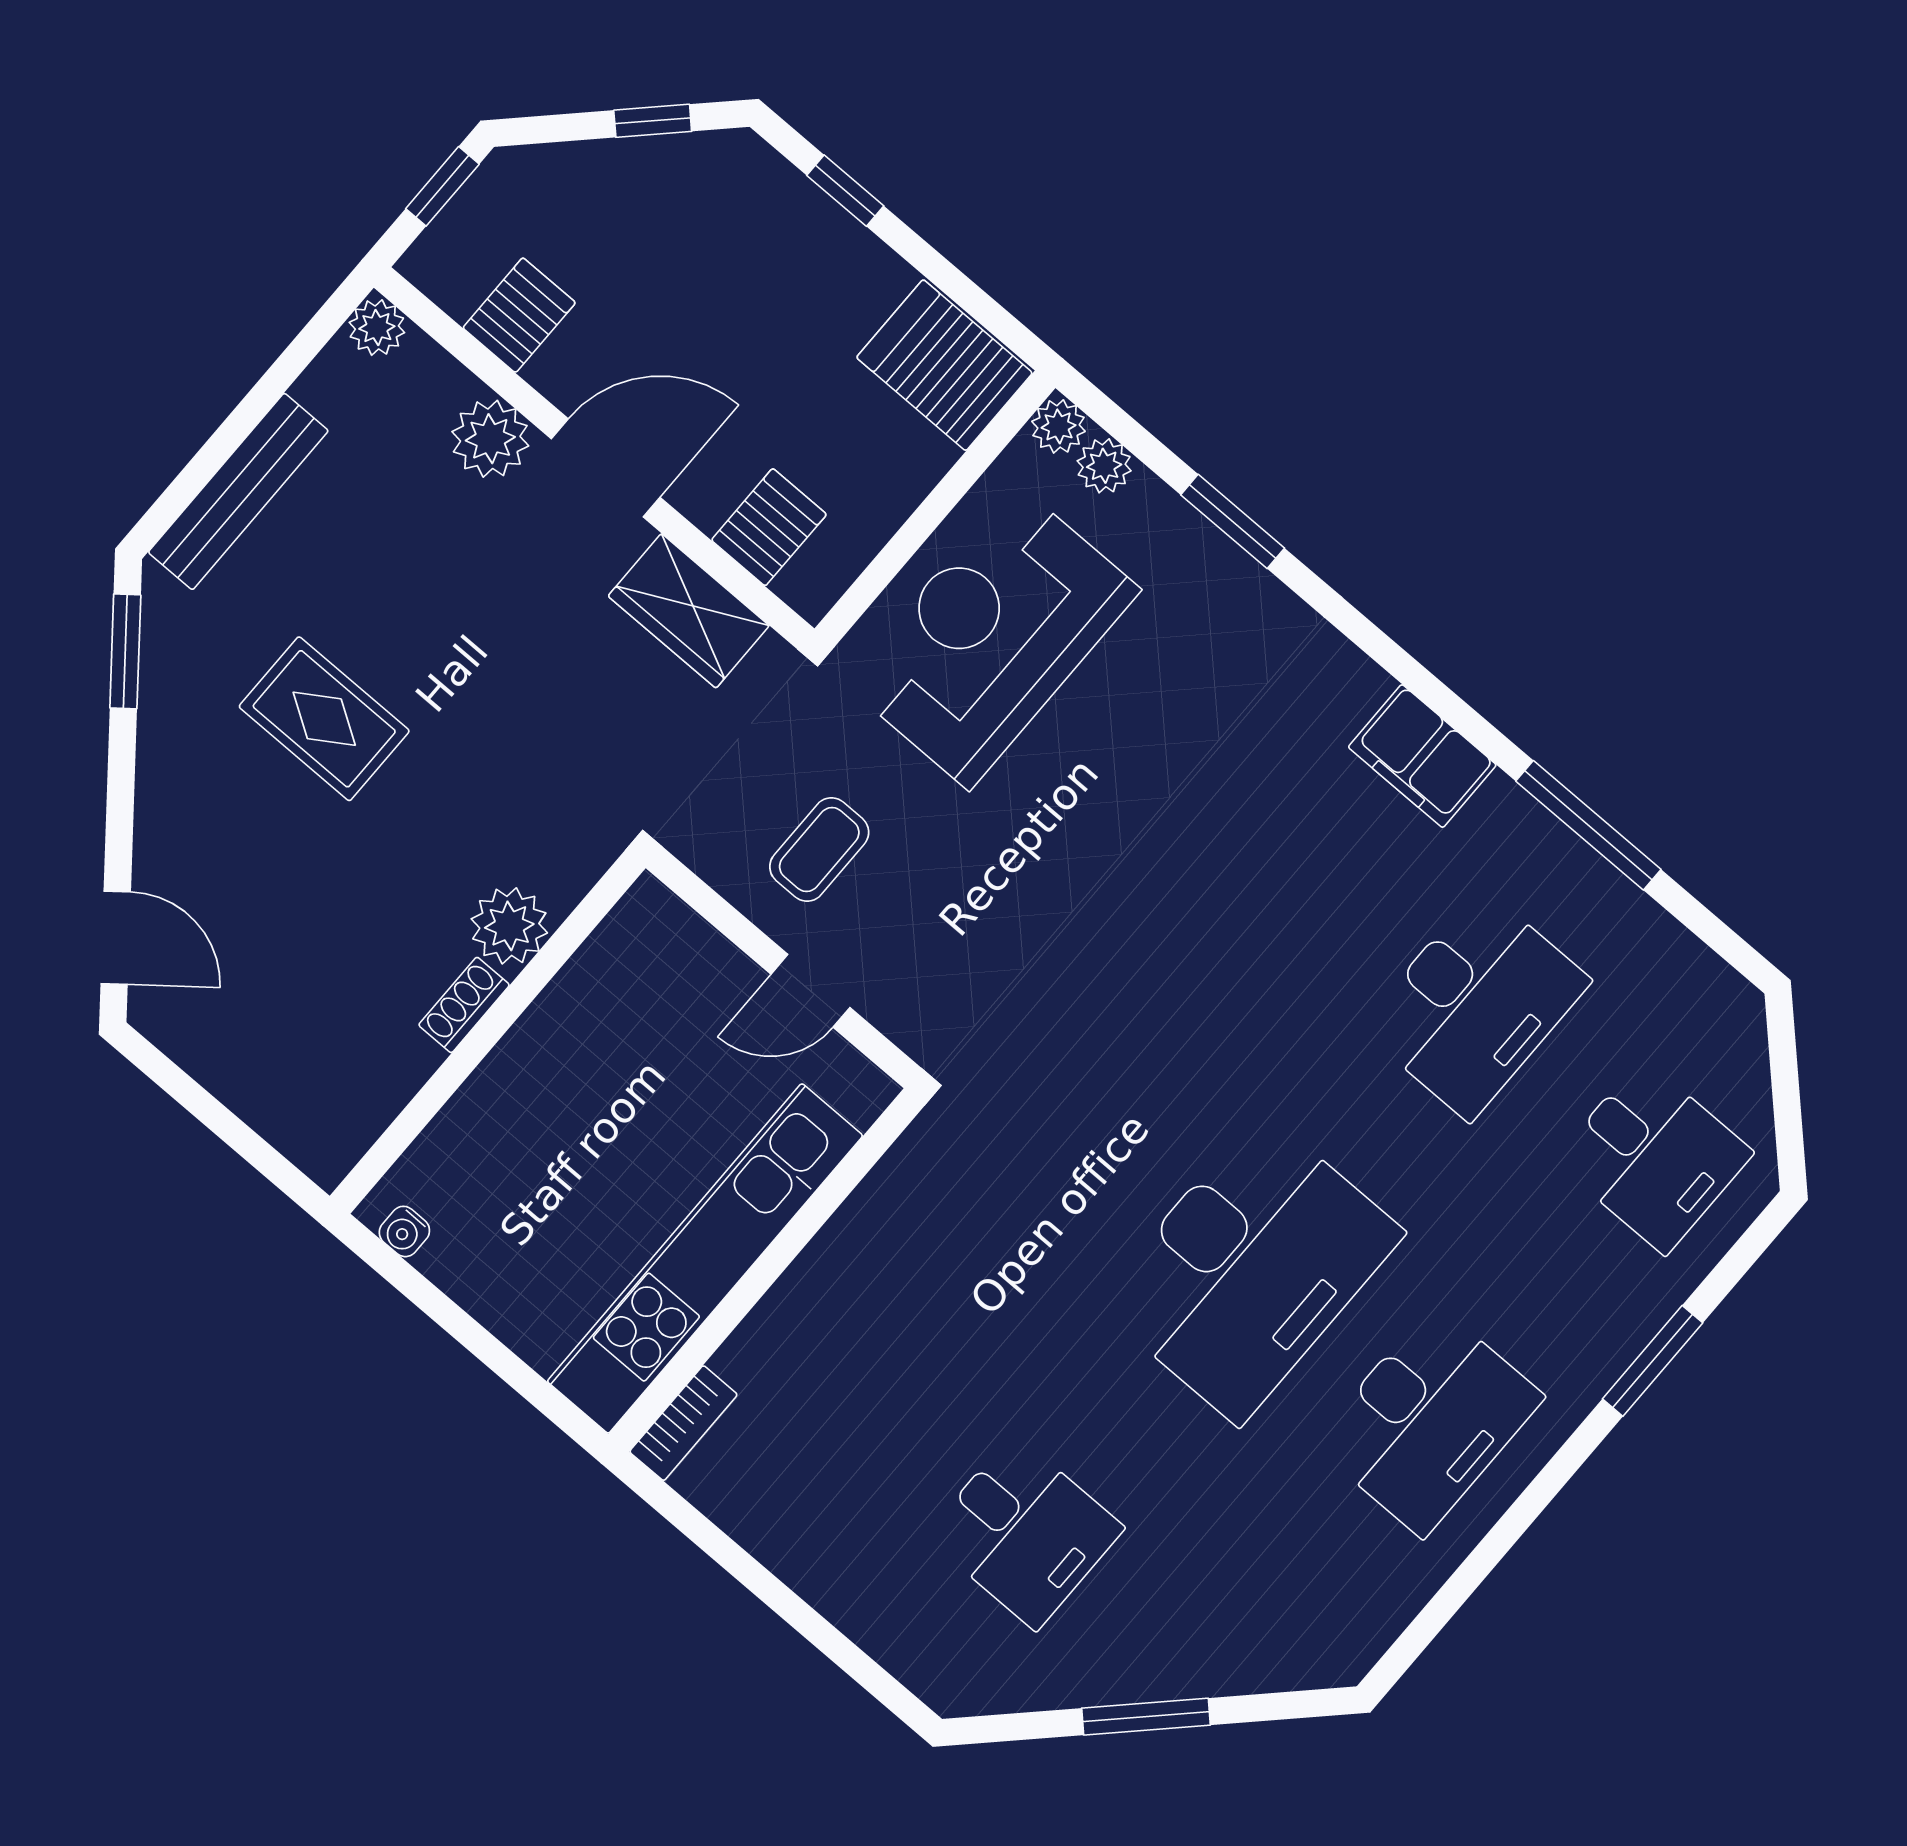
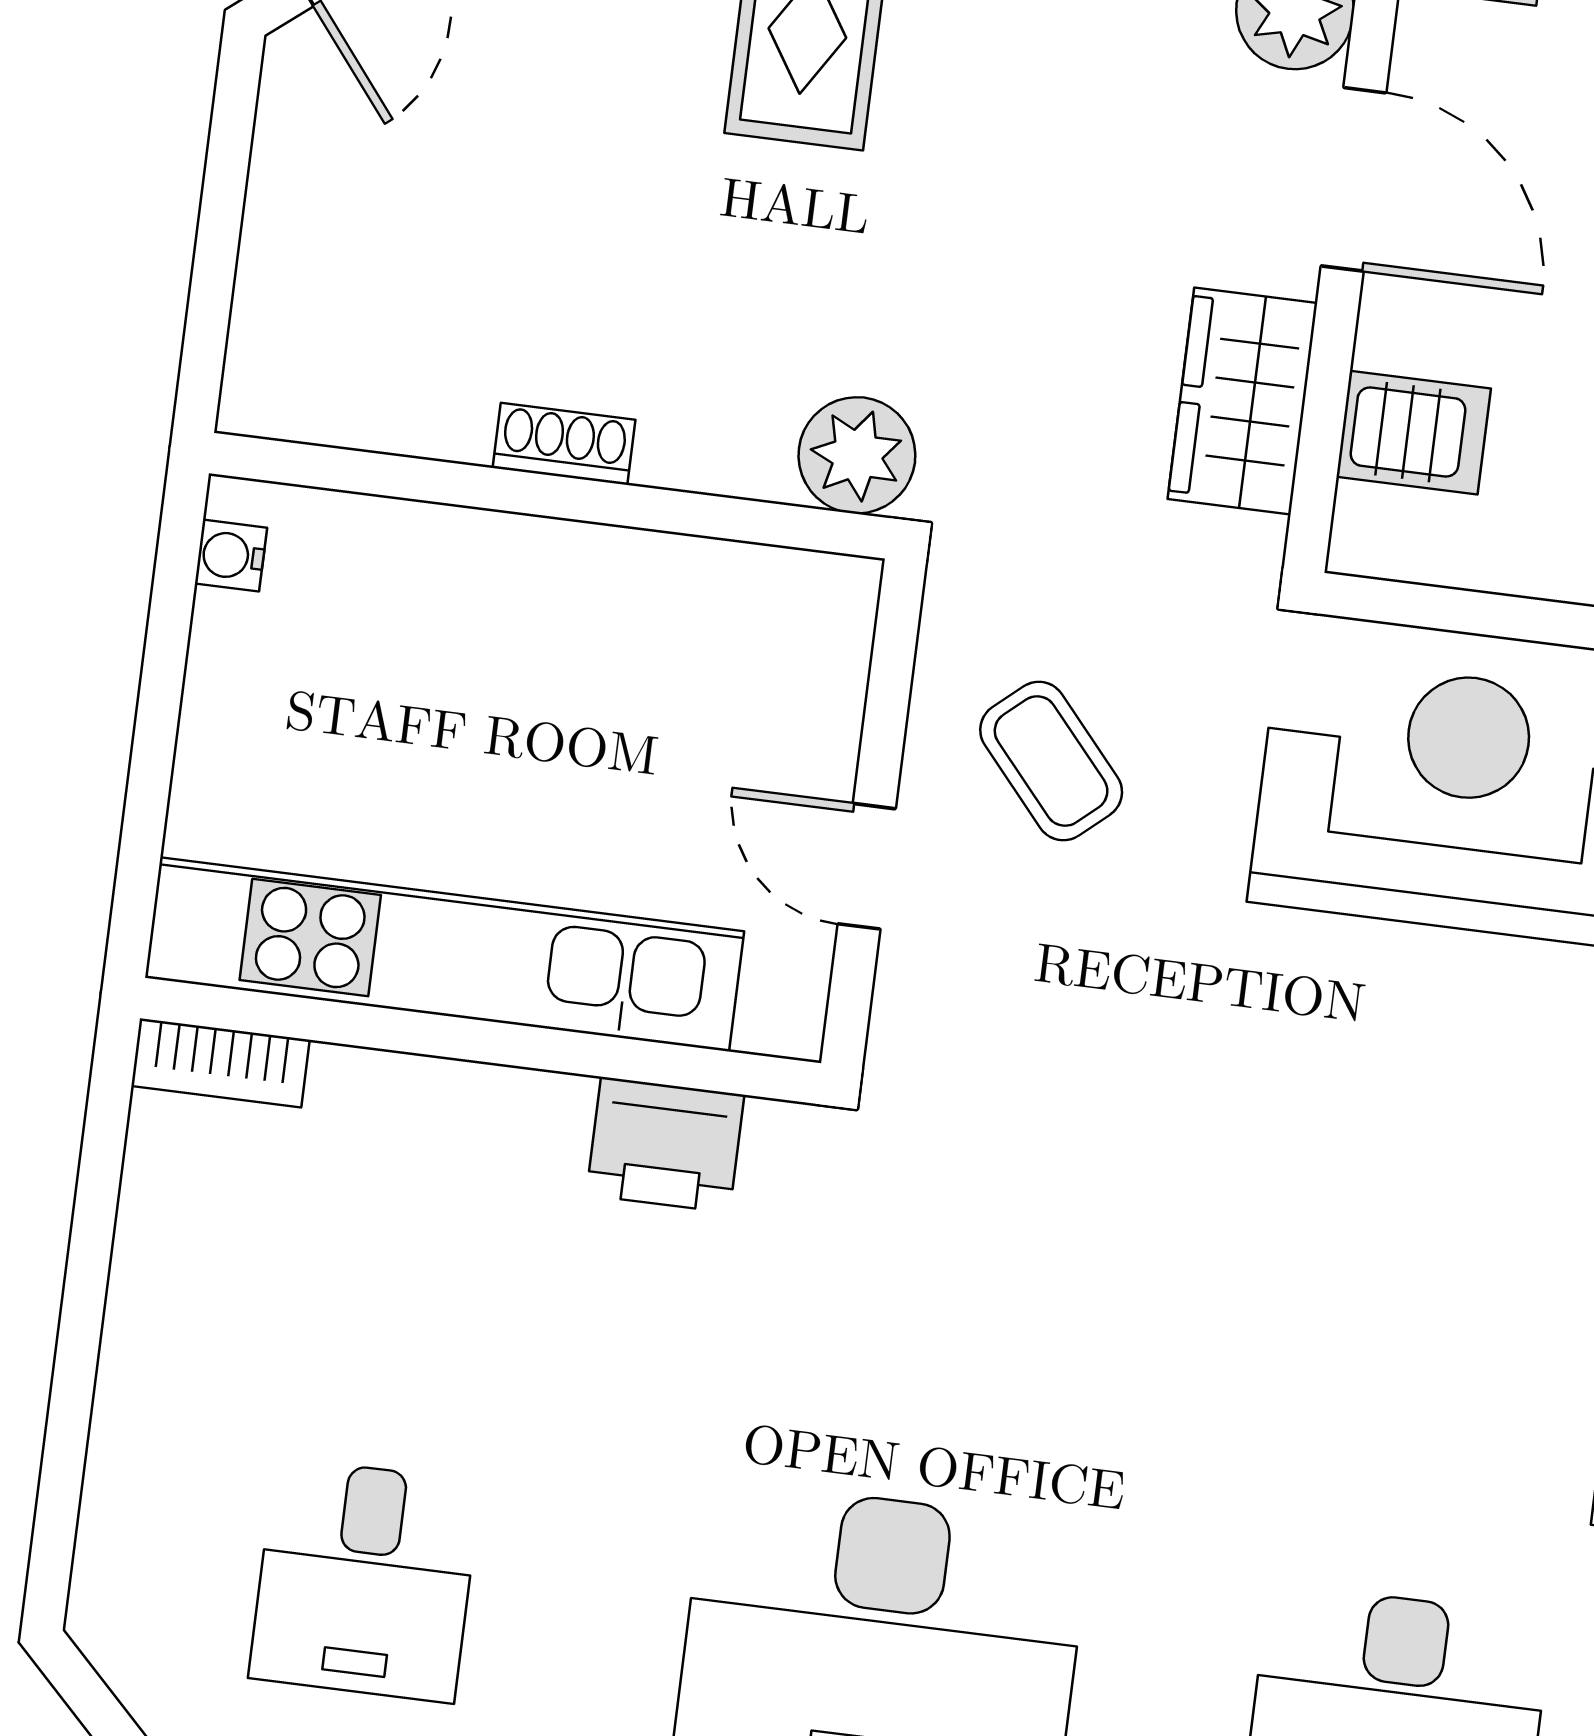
coffee table: (819, 849) -> (1051, 761), turned 49
plant: (509, 926) -> (857, 455), moved
printer: (892, 1205) -> (665, 1145), added

